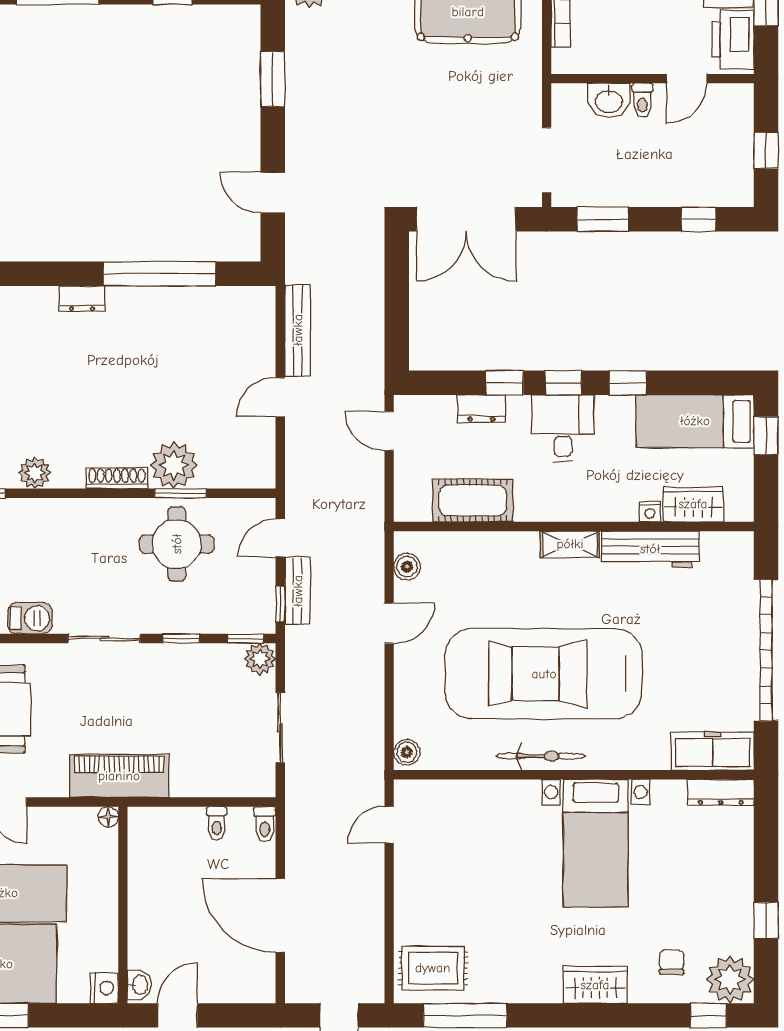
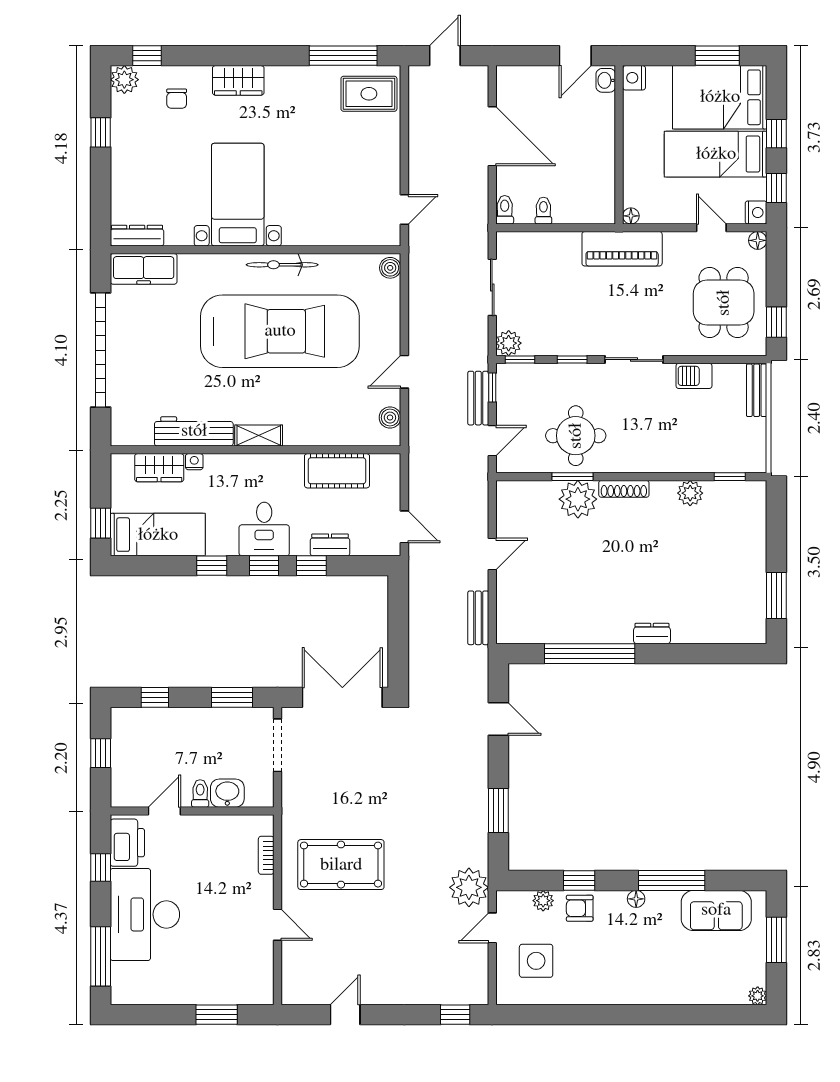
bench: (298, 330) -> (478, 618), width x0.73
plant: (730, 979) -> (124, 80), width x0.73, depth x0.73

